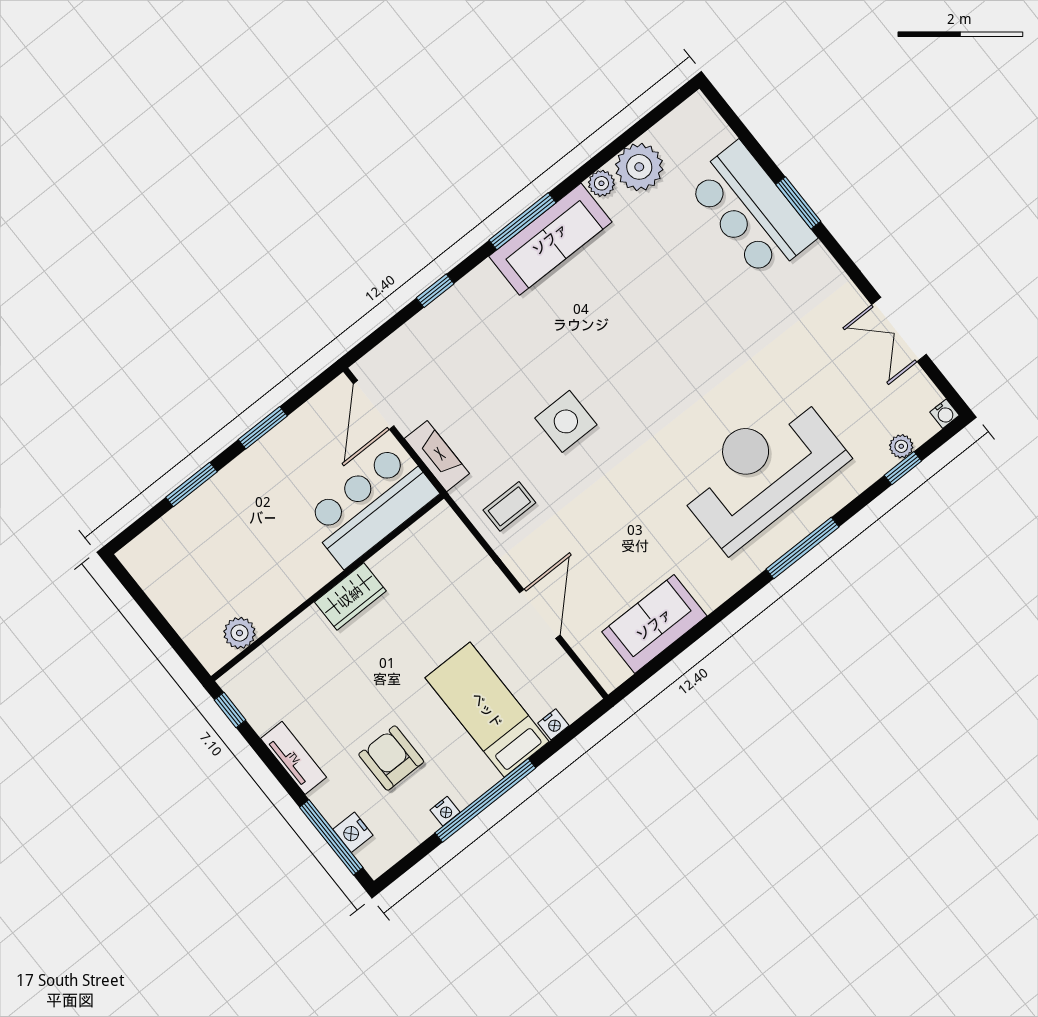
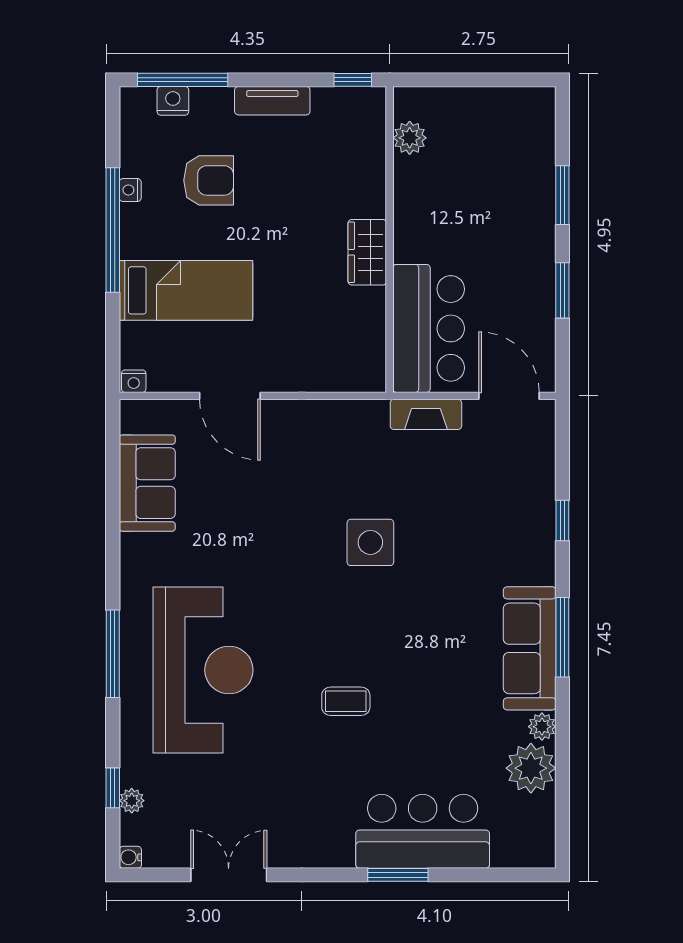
coffee table: (509, 506) -> (346, 701), moved, turned 90
nightstand: (553, 724) -> (134, 381), moved, turned -90

